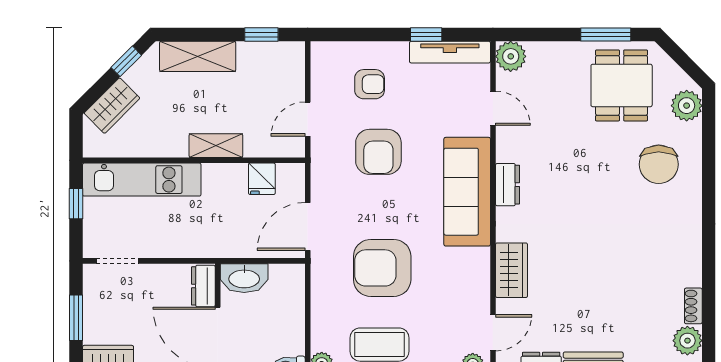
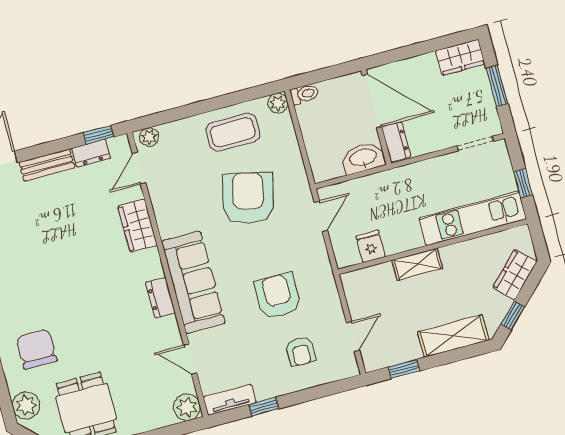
tv unit: (450, 52) -> (230, 400), width x0.71
armchair: (370, 84) -> (301, 351), turned -90
door: (308, 119) -> (353, 336), moved
door: (308, 226) -> (321, 216), width x0.73
armchair: (382, 268) -> (248, 198), turned -77

